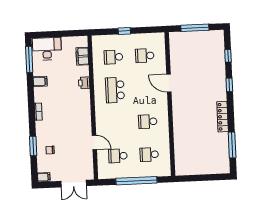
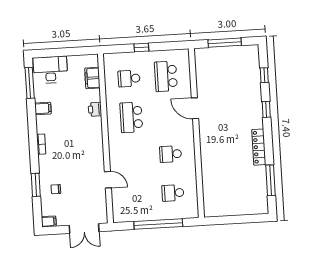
school desk: (145, 56) -> (166, 76), width x1.85
school desk: (118, 156) -> (136, 195), removed

